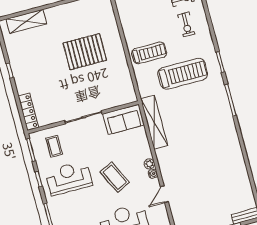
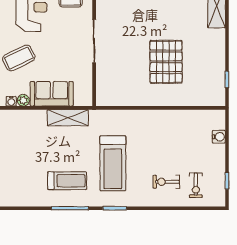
treadmill: (149, 53) -> (67, 181), moved, turned -90
sofa: (124, 119) -> (52, 94), moved, turned 90
shelving: (154, 122) -> (68, 118), width x0.68

